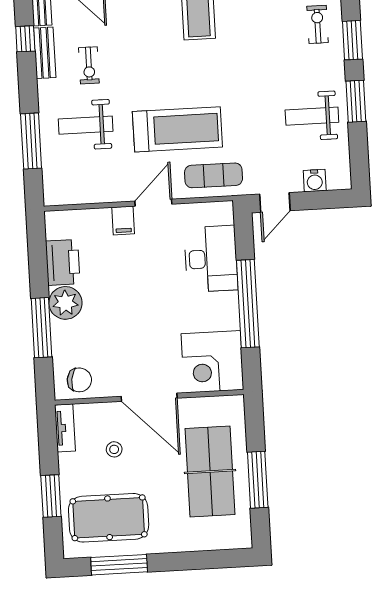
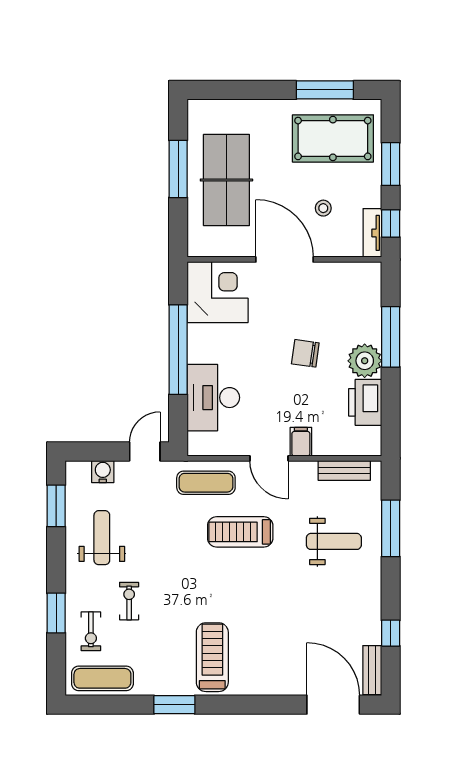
bench: (45, 53) -> (344, 471), moved, turned 90
exercise bike: (89, 65) -> (129, 601), moved
window: (356, 101) -> (56, 506), moved
weight bench: (312, 116) -> (102, 538), turned -90
treadmill: (177, 129) -> (240, 532), width x0.73, depth x0.73
door: (153, 203) -> (269, 458), hinge flipped
chair: (79, 380) -> (305, 353), moved
window: (48, 438) -> (391, 223), added

